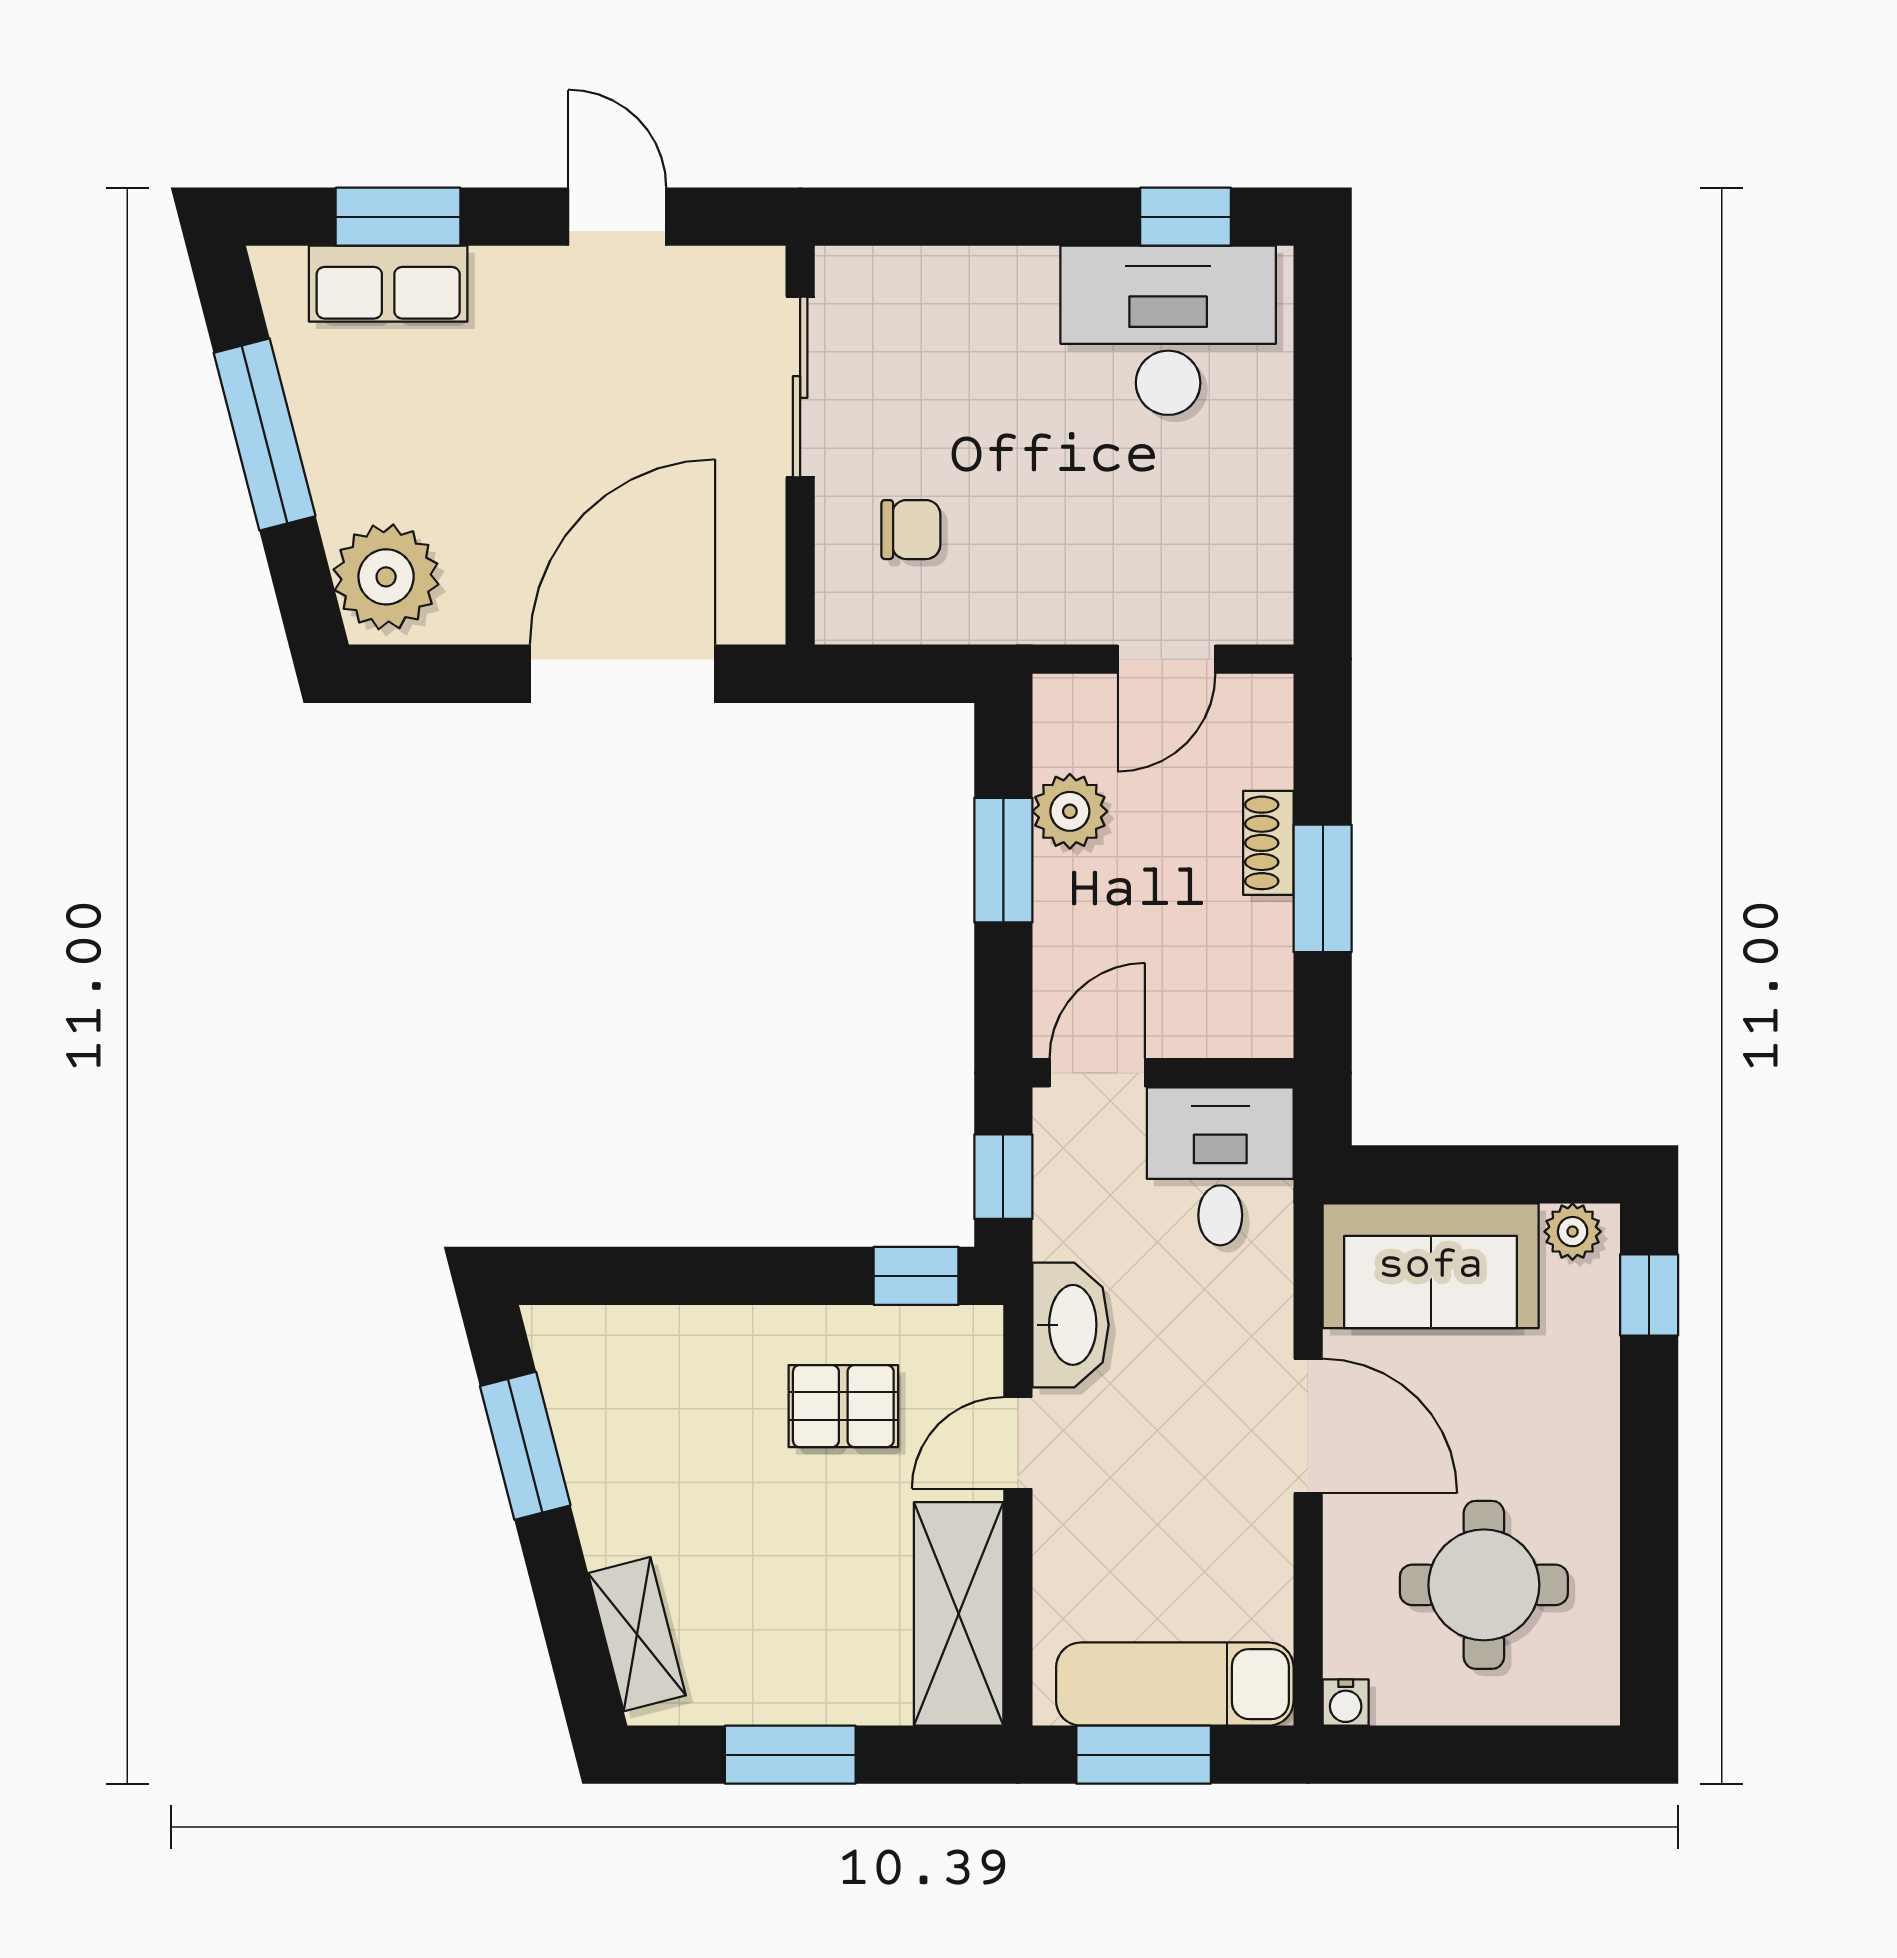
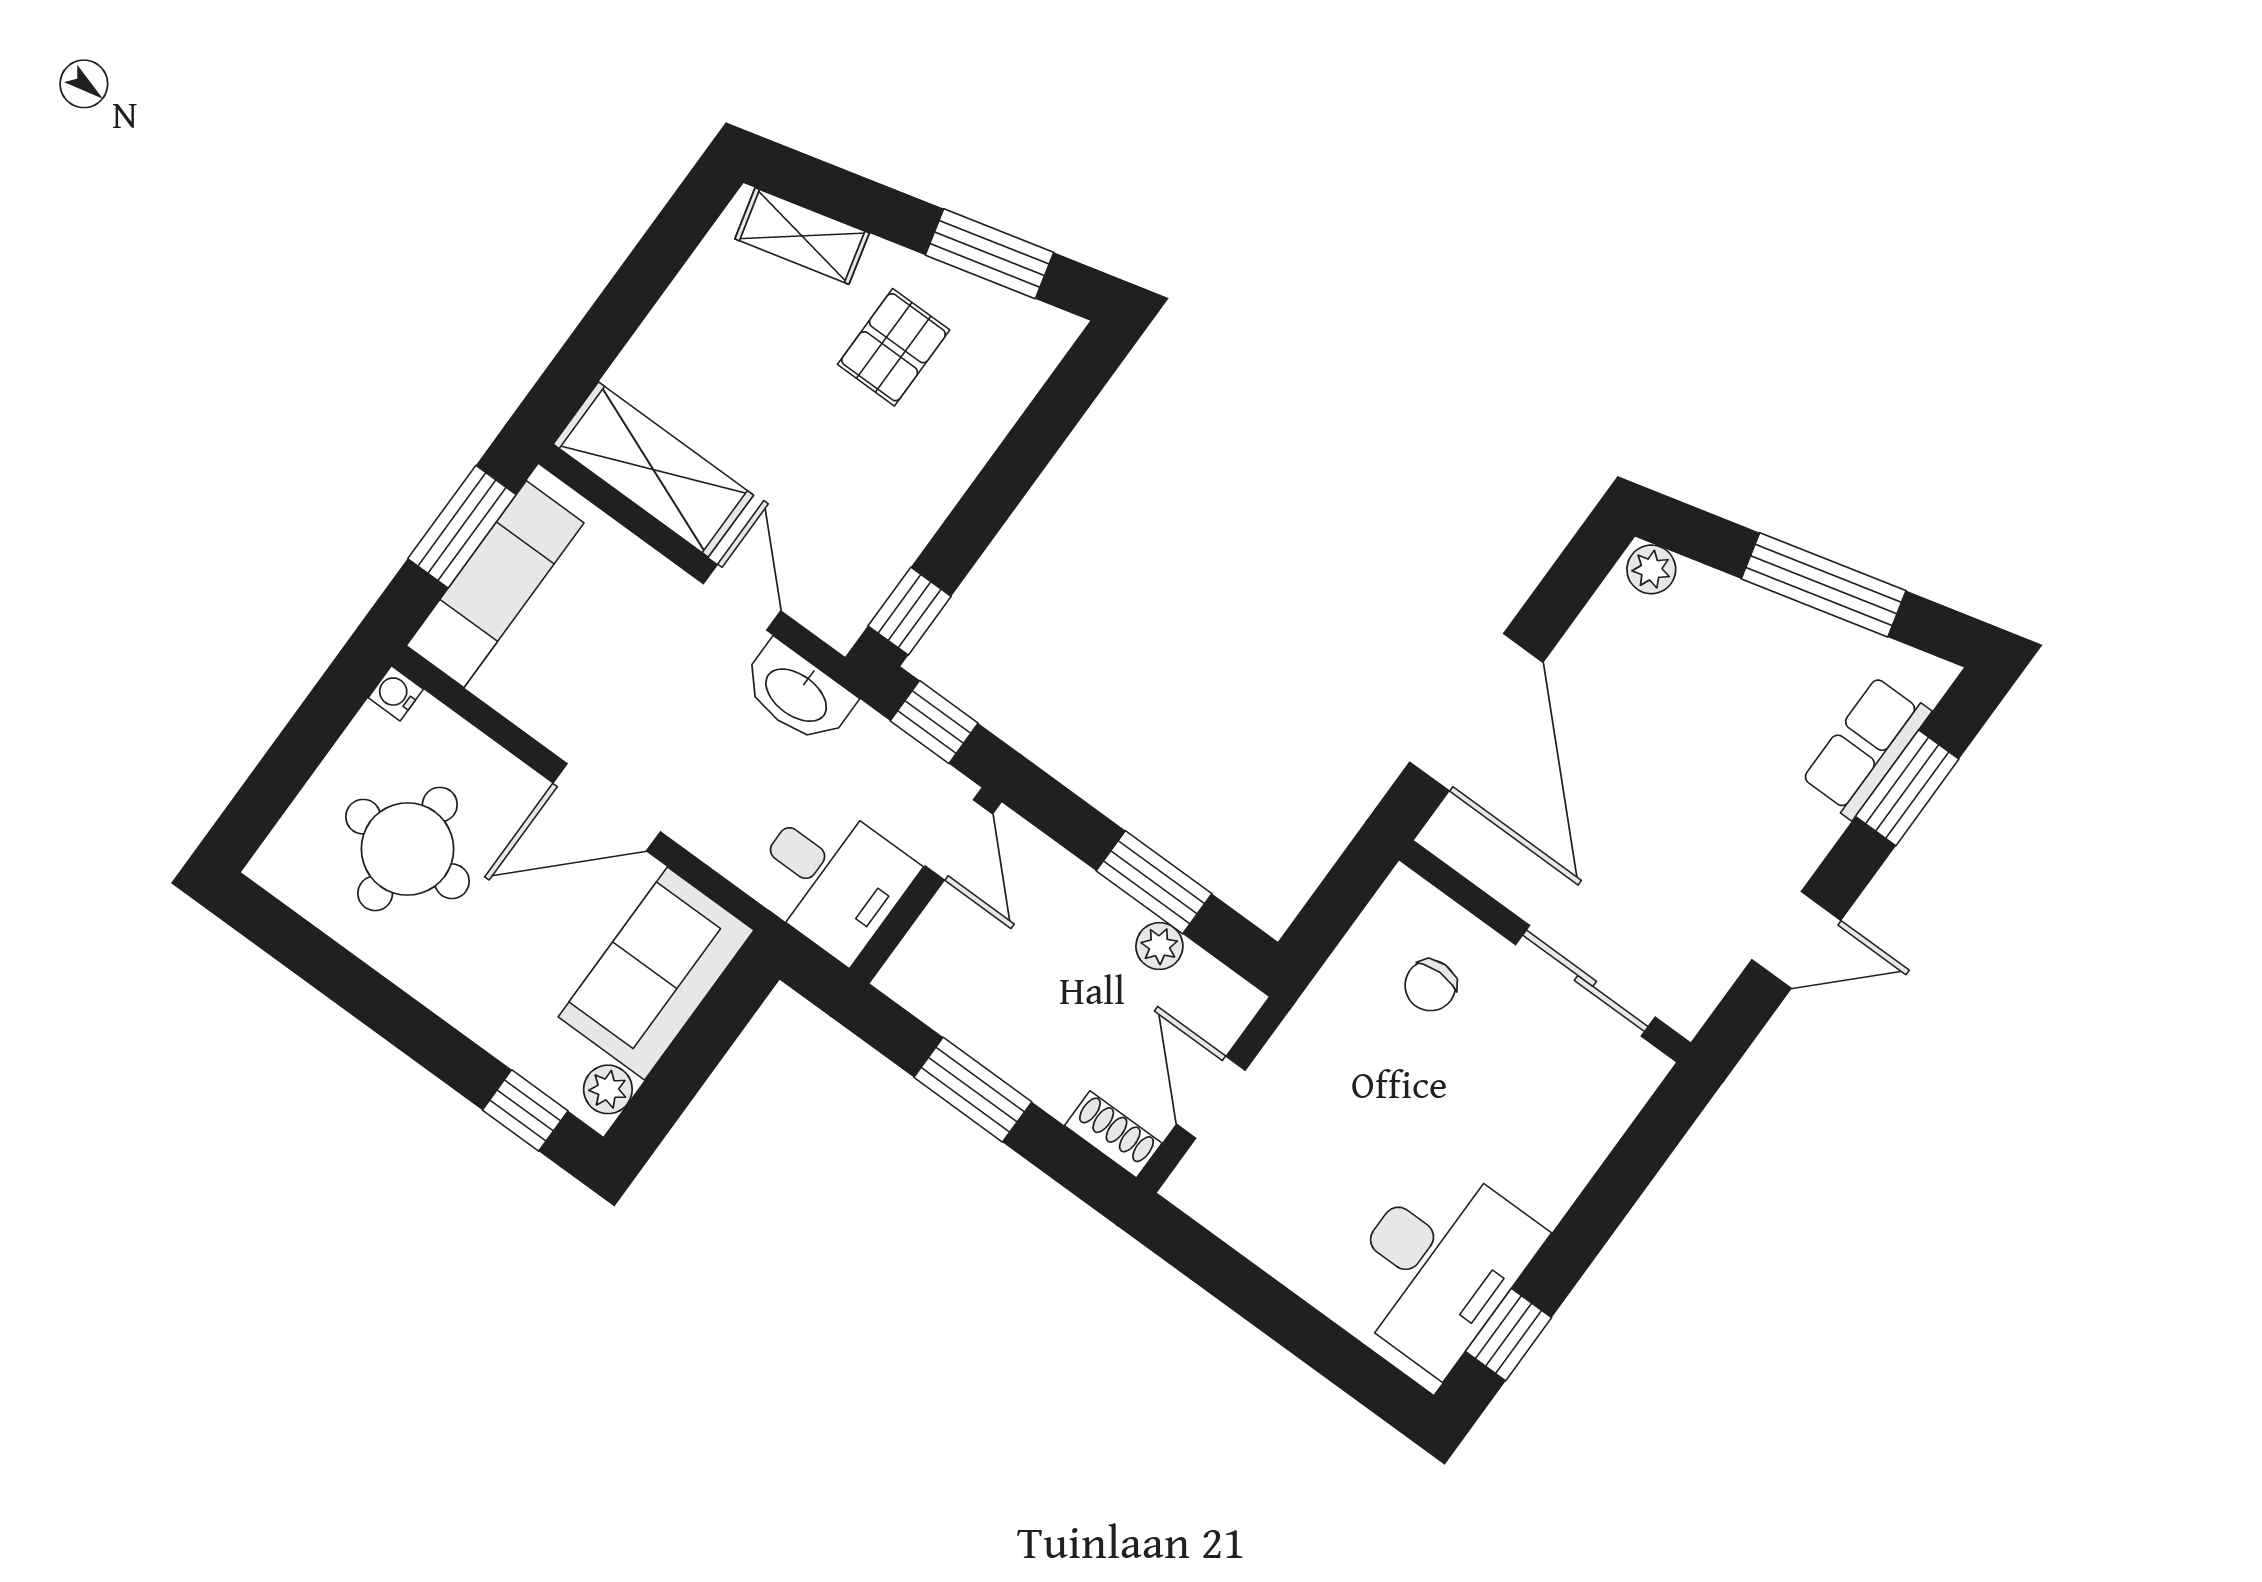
plant: (386, 577) -> (1651, 569), width x0.53, depth x0.53
plant: (1070, 811) -> (1159, 946), width x0.73, depth x0.73
shoe rack: (1268, 843) -> (1113, 1134), moved
pallet: (843, 1406) -> (894, 347), moved
window: (790, 1755) -> (641, 281), removed

